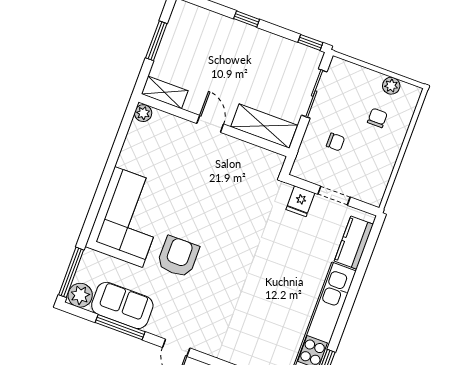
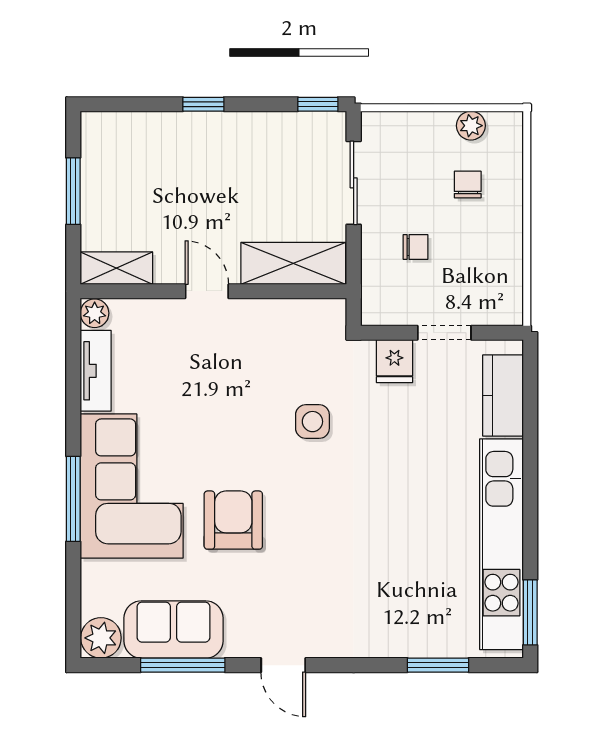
tv unit: (132, 145) -> (96, 371), added
side table: (242, 218) -> (312, 422), added
window: (71, 272) -> (73, 499), moved

